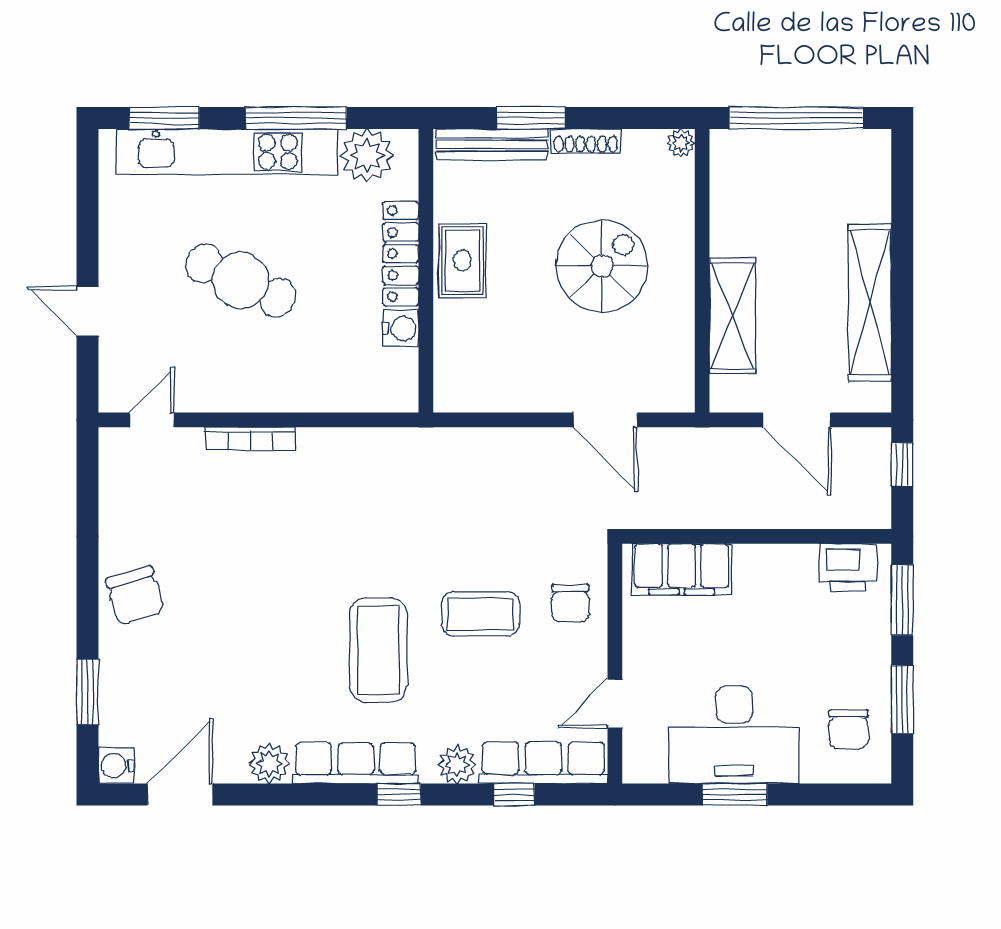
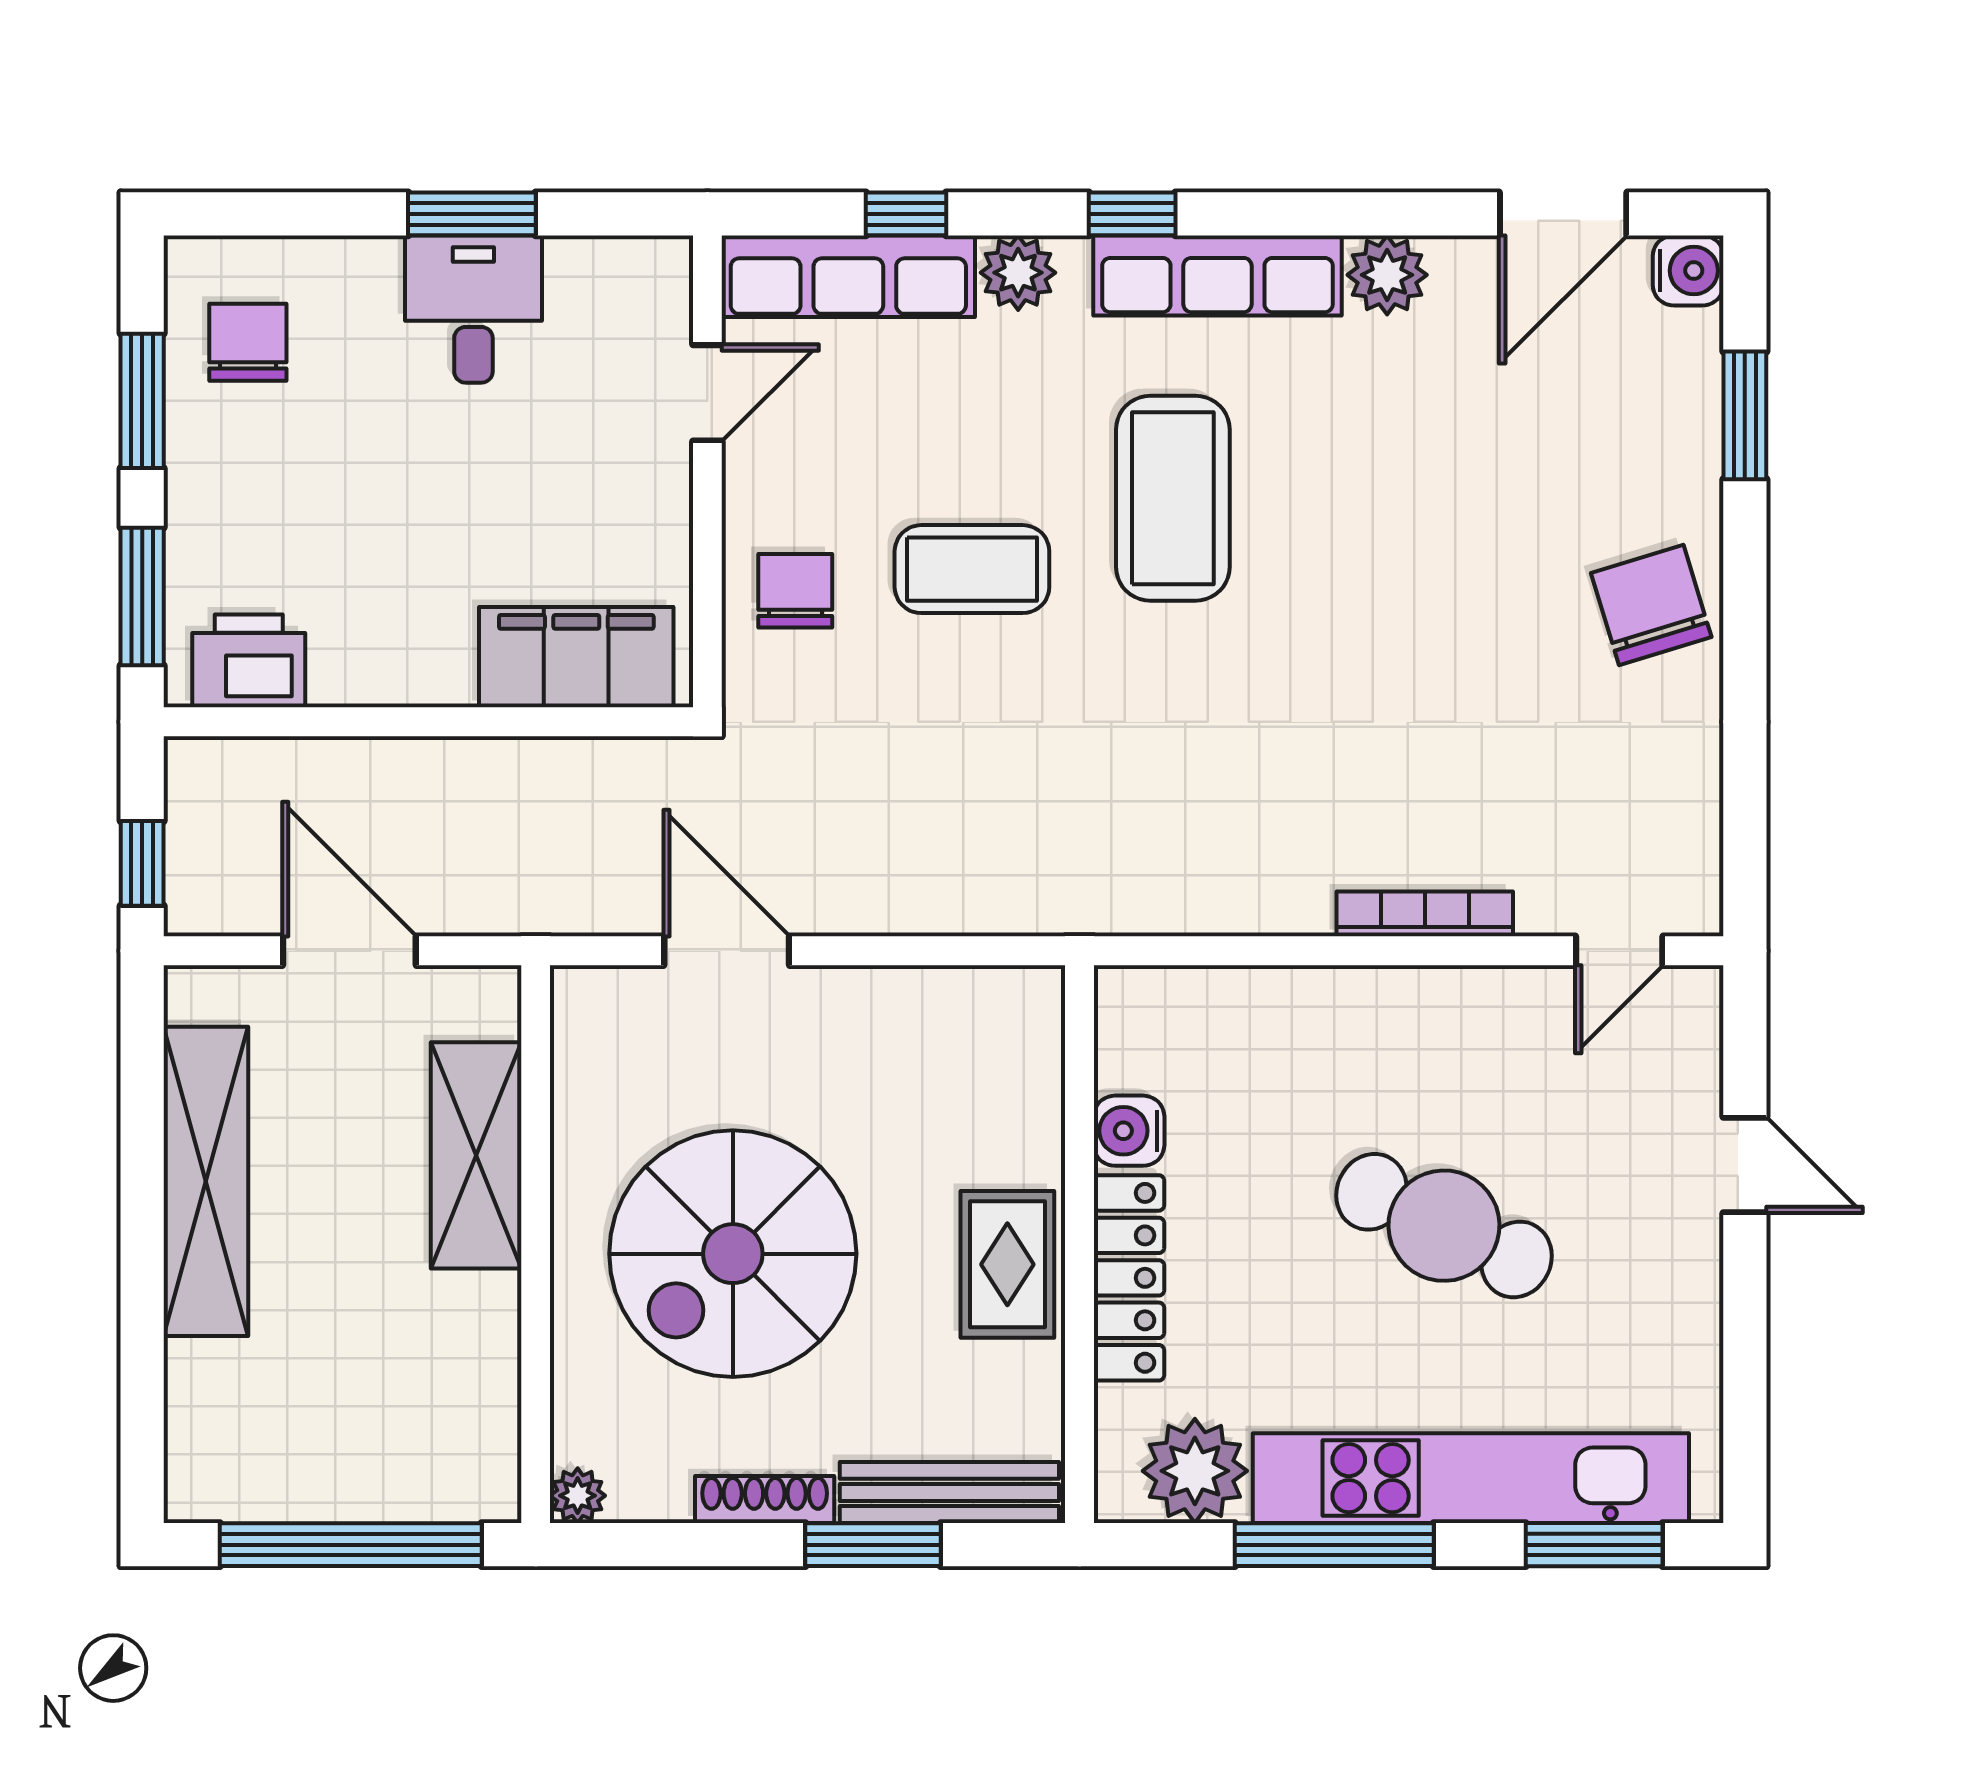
spiral stairs: (602, 266) -> (733, 1254), width x1.37, depth x1.37
desk: (734, 735) -> (473, 309), width x0.53, depth x0.77

